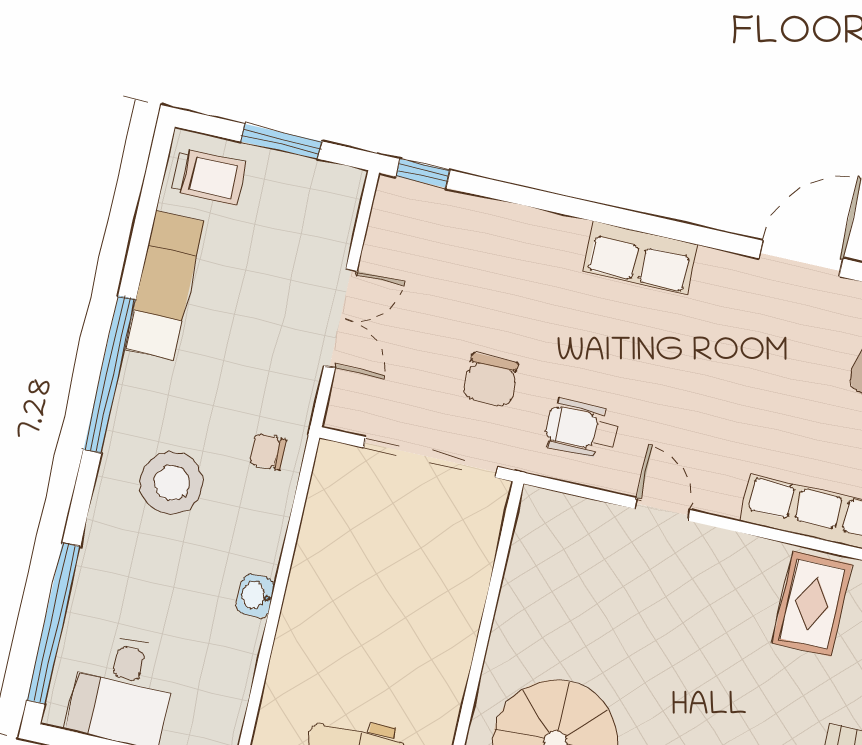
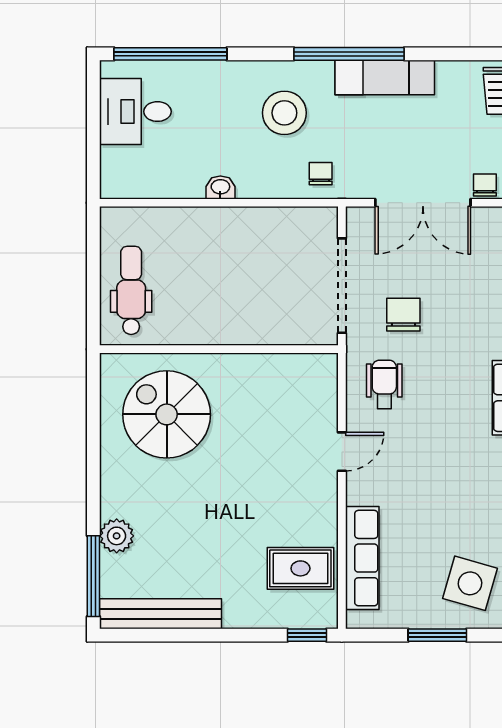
chair: (335, 226) -> (485, 185), added
exam couch: (164, 285) -> (385, 77), moved
double door: (341, 318) -> (423, 203), width x1.37
chair: (491, 380) -> (403, 315), turned 90

